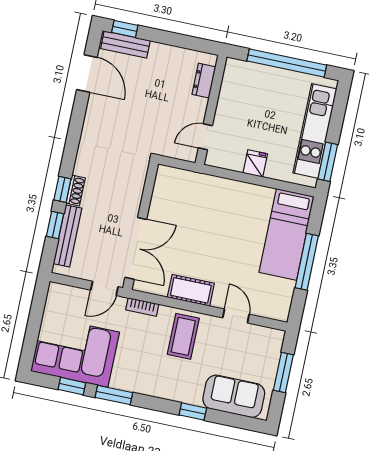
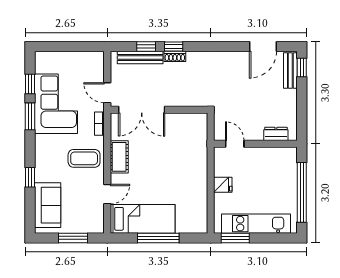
bed: (287, 234) -> (143, 219), moved, turned 180
corner sofa: (75, 352) -> (56, 104), moved

